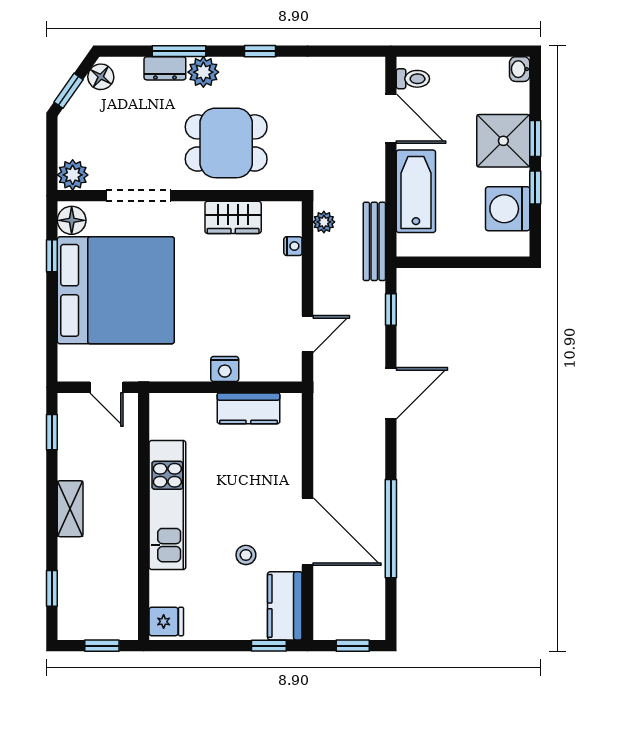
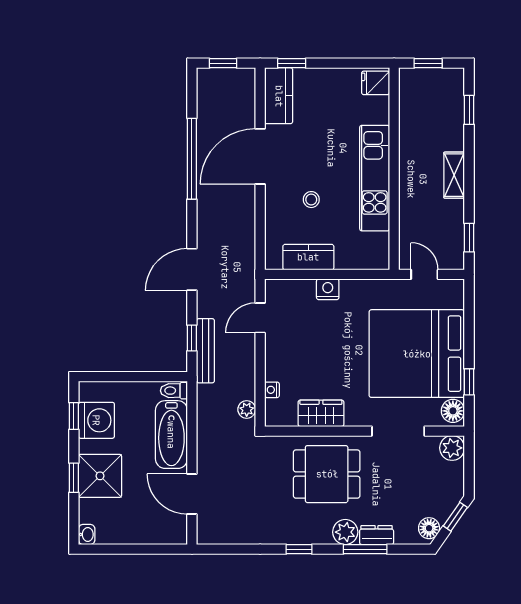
toilet: (413, 79) -> (174, 391), moved
window: (535, 187) -> (74, 416), moved
bench: (374, 241) -> (205, 351), moved
door: (307, 532) -> (260, 156), hinge flipped
stool: (246, 555) -> (311, 200), moved

